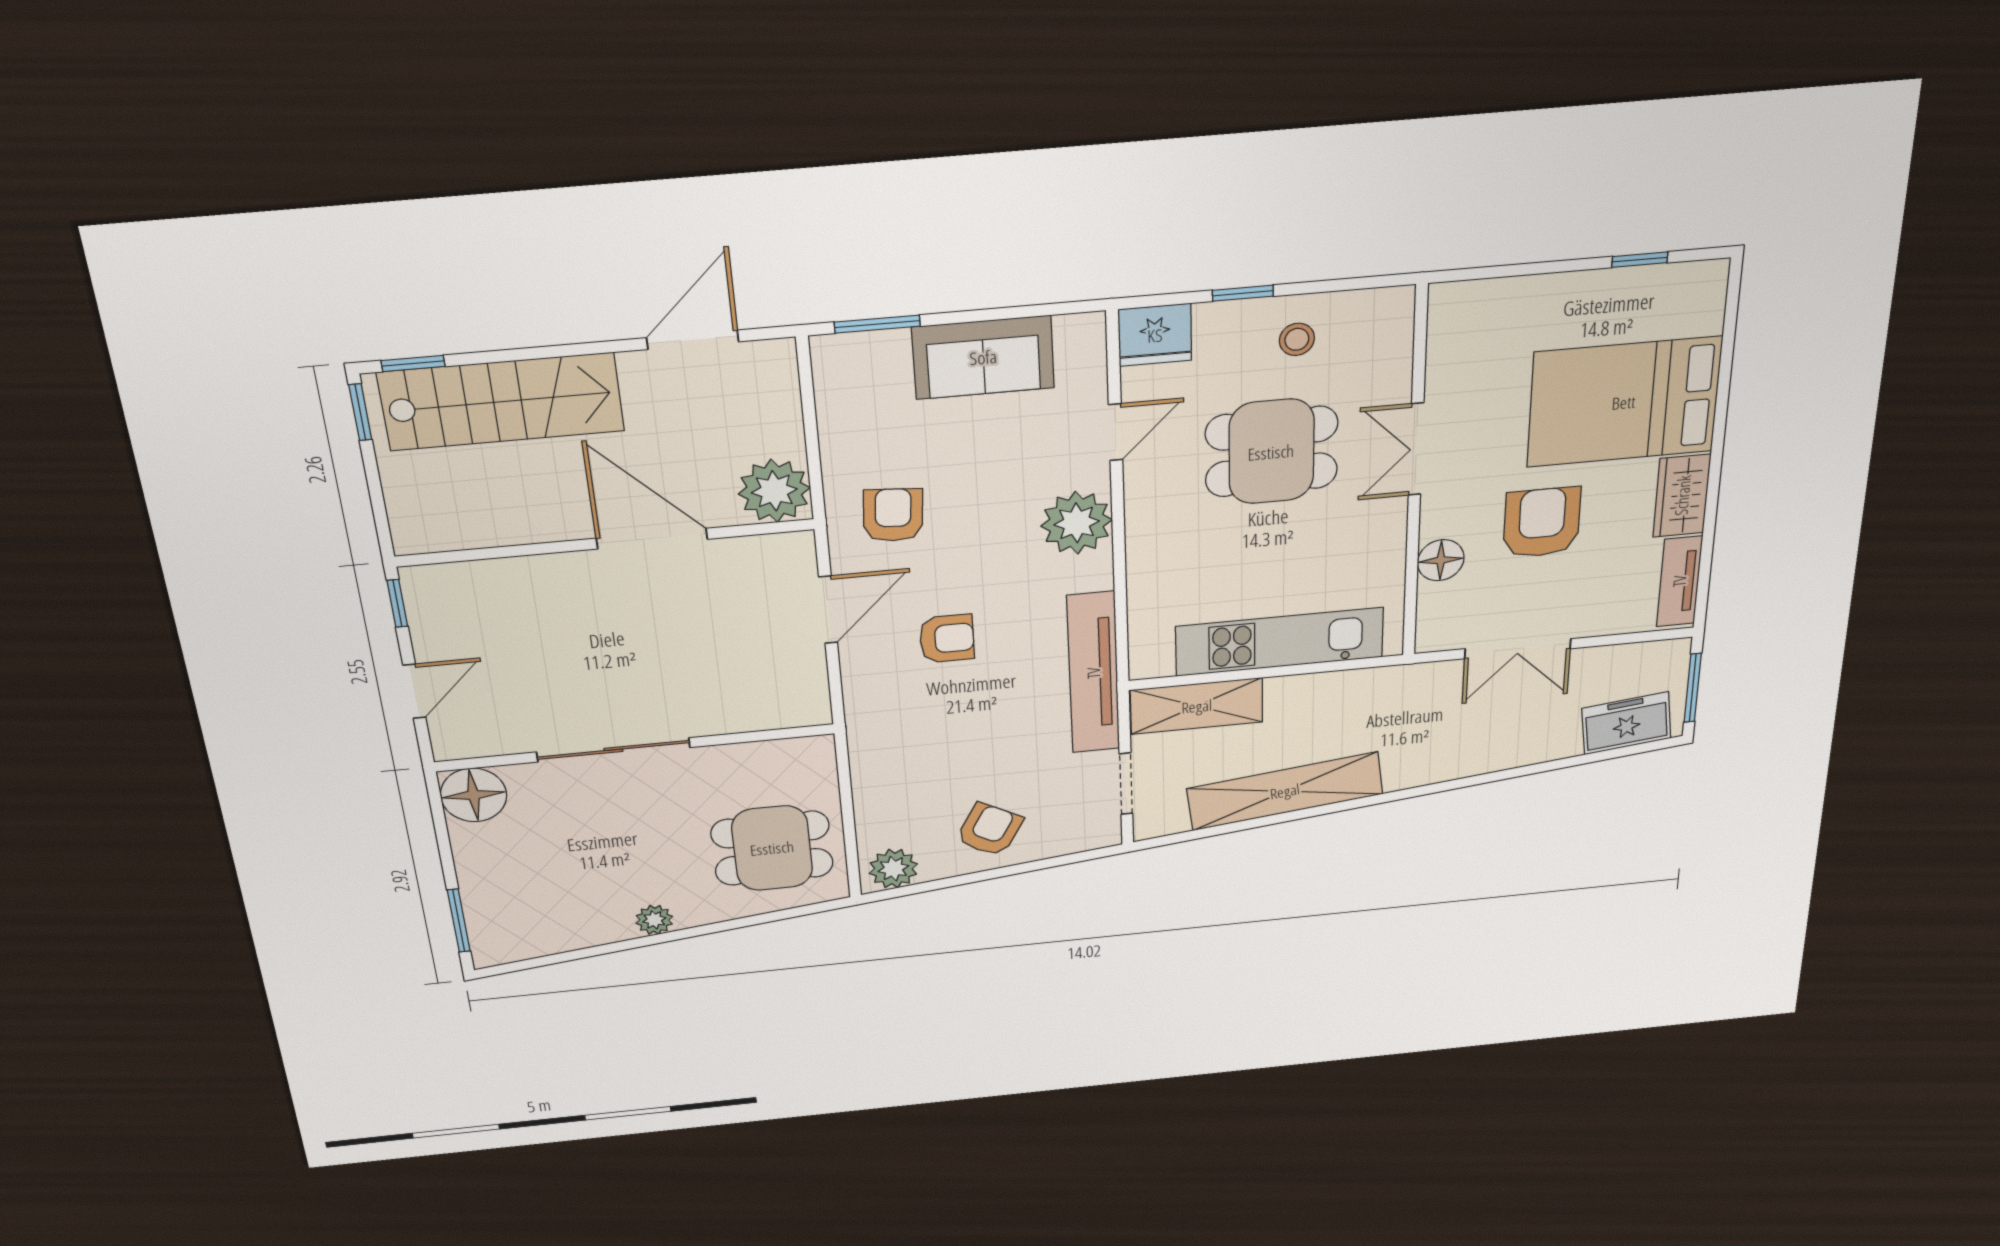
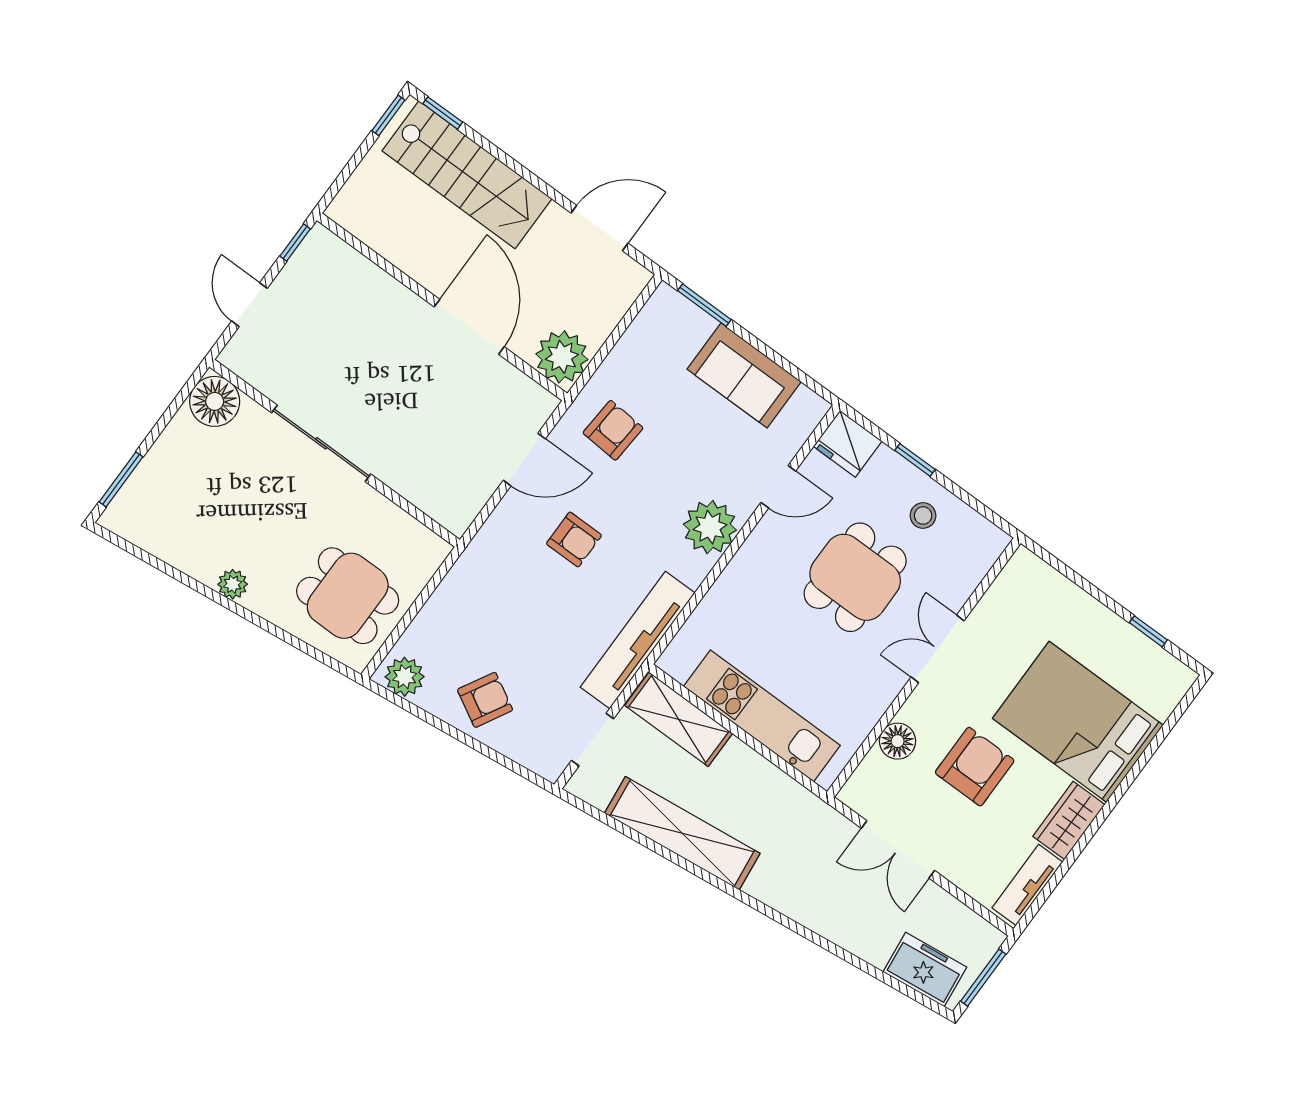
dining table: (1271, 452) -> (855, 577), turned 90
door: (414, 691) -> (249, 305), swing flipped

